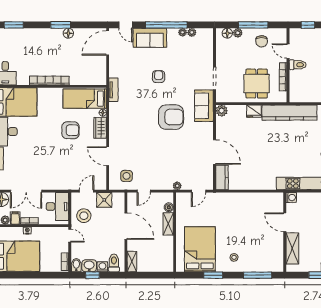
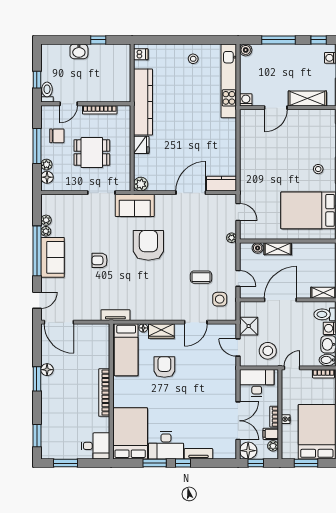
sofa: (150, 38) -> (53, 257), moved
toilet: (298, 65) -> (47, 92), moved
dining table: (257, 84) -> (92, 153), moved
coffee table: (145, 160) -> (201, 277), added

